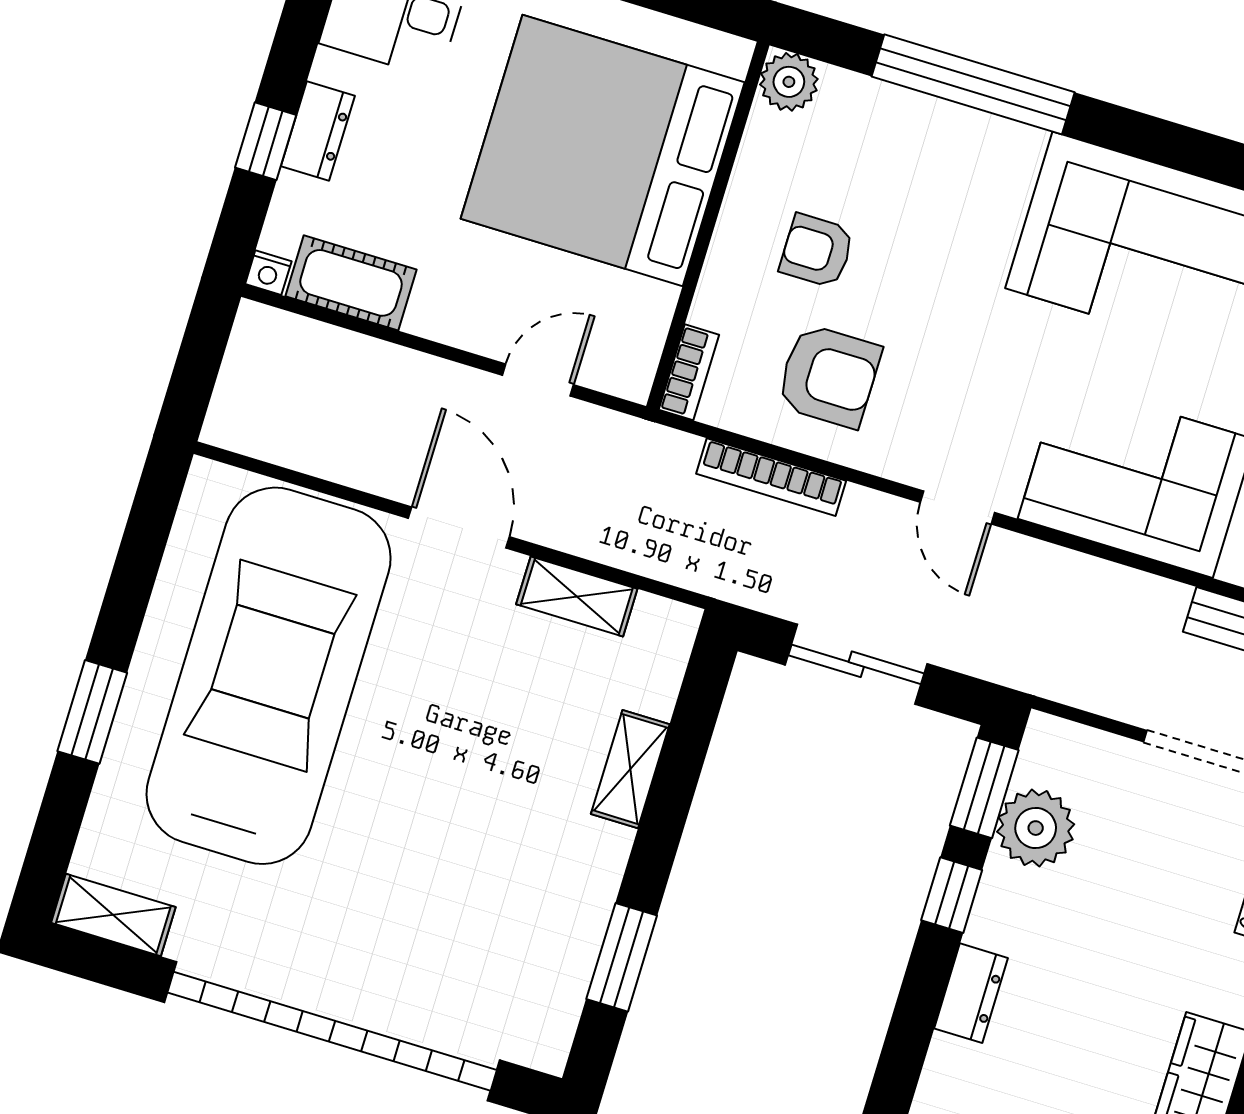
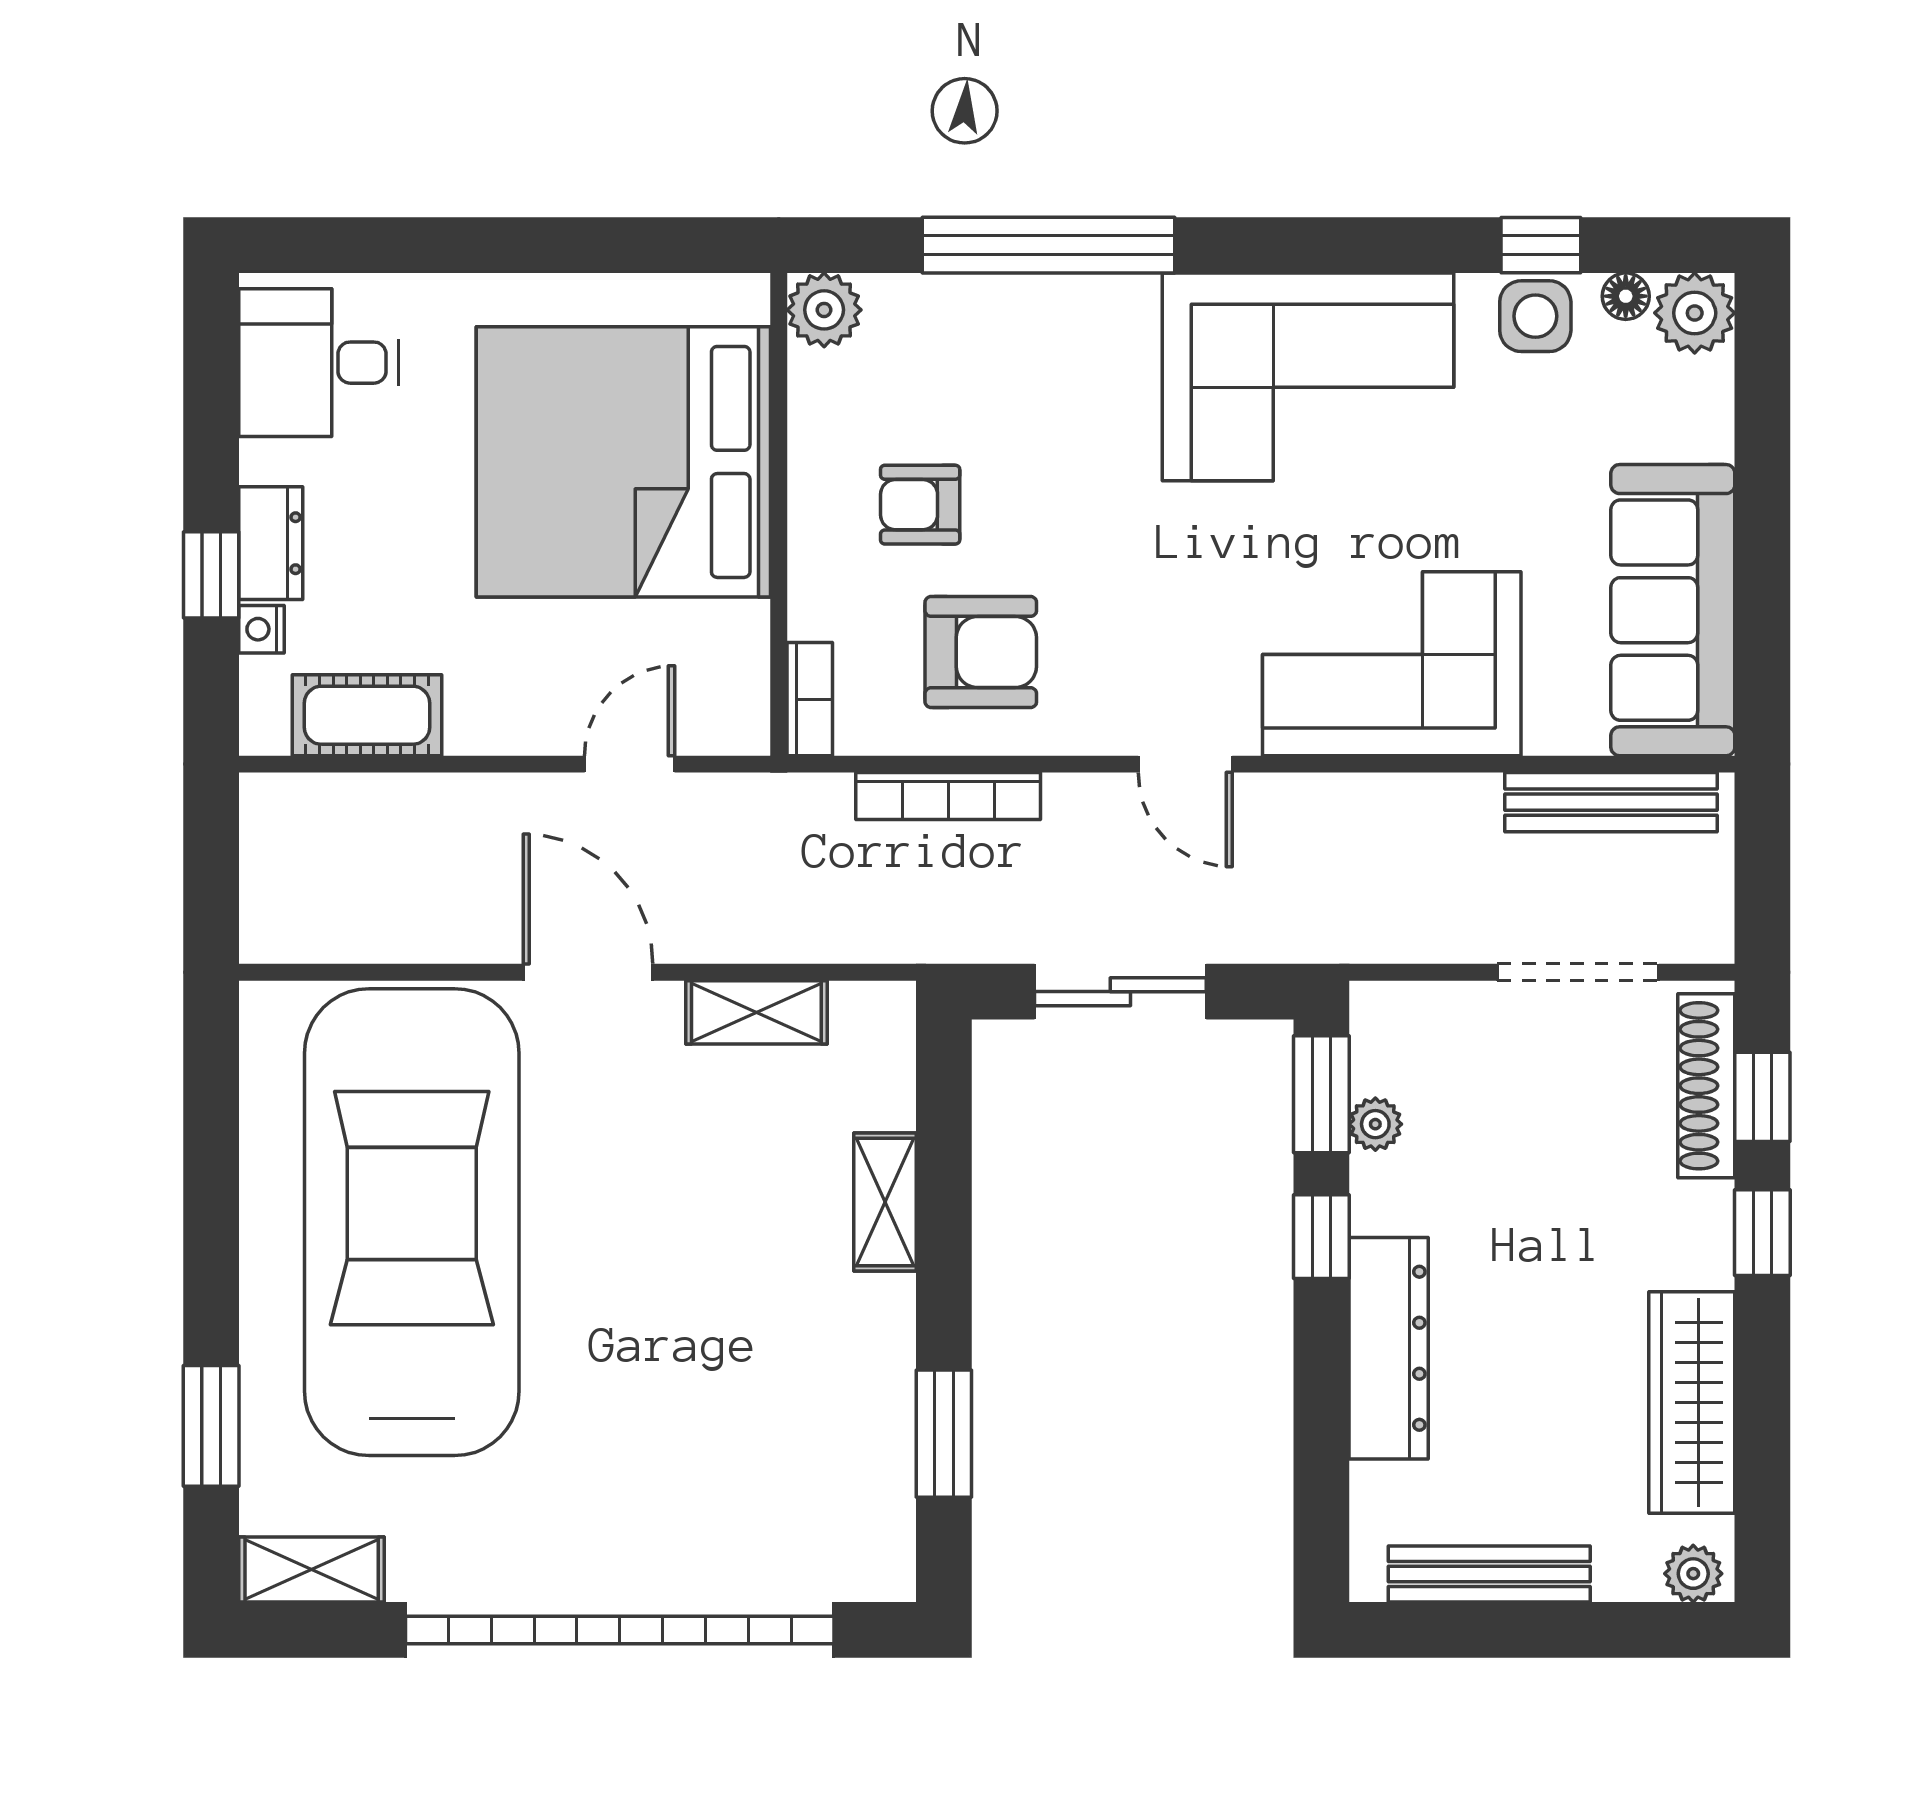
nightstand: (268, 273) -> (262, 629), moved, turned 90
window: (92, 712) -> (211, 1426), moved
plant: (1036, 828) -> (1375, 1124), width x0.53, depth x0.53
dresser: (971, 993) -> (1389, 1348), width x1.96, depth x1.24

